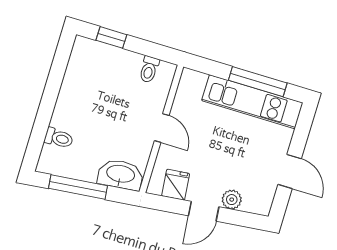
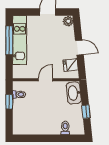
window: (111, 37) -> (9, 102), moved
window: (78, 187) -> (86, 112), width x0.46
plant: (232, 200) -> (68, 21), moved

